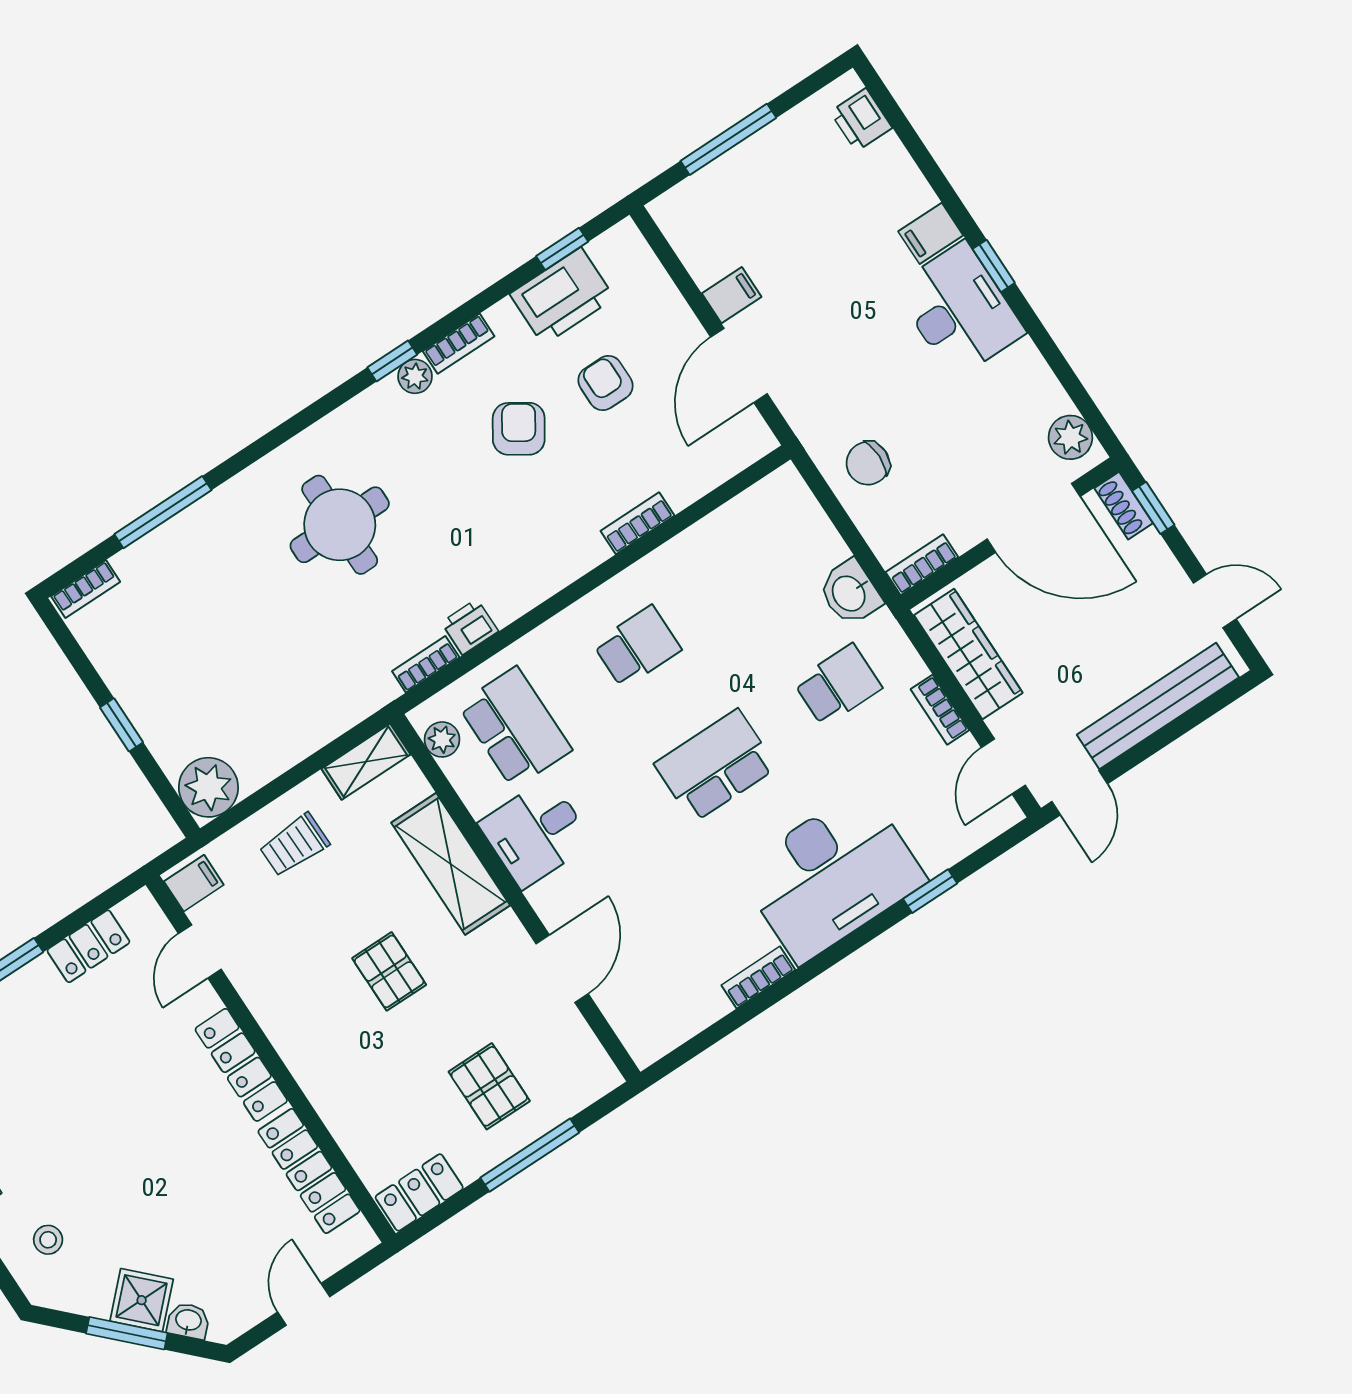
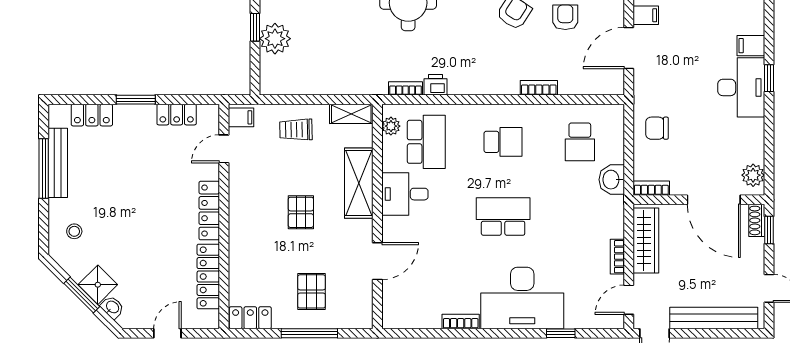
school desk: (838, 685) -> (580, 142), moved, turned 90
plant: (208, 787) -> (275, 39), moved

